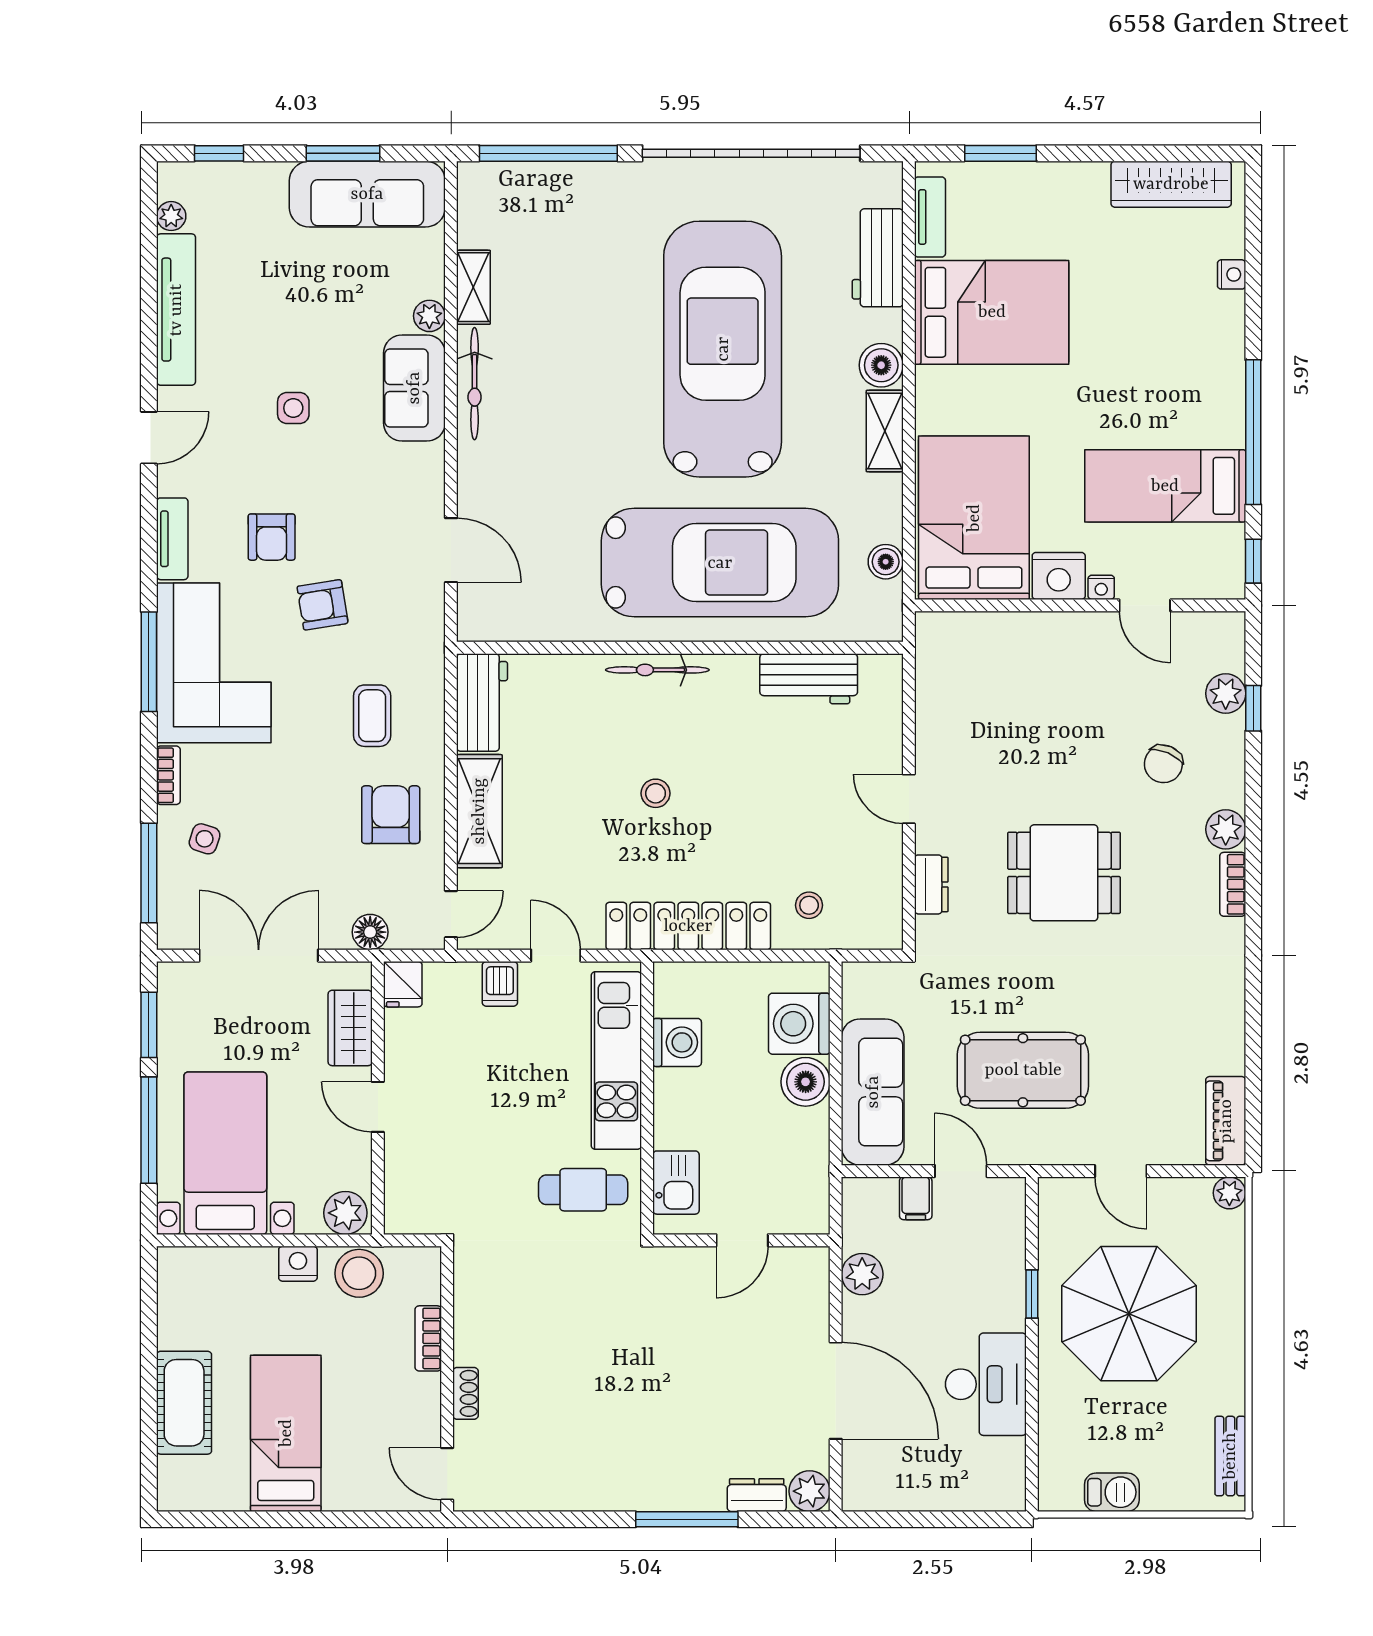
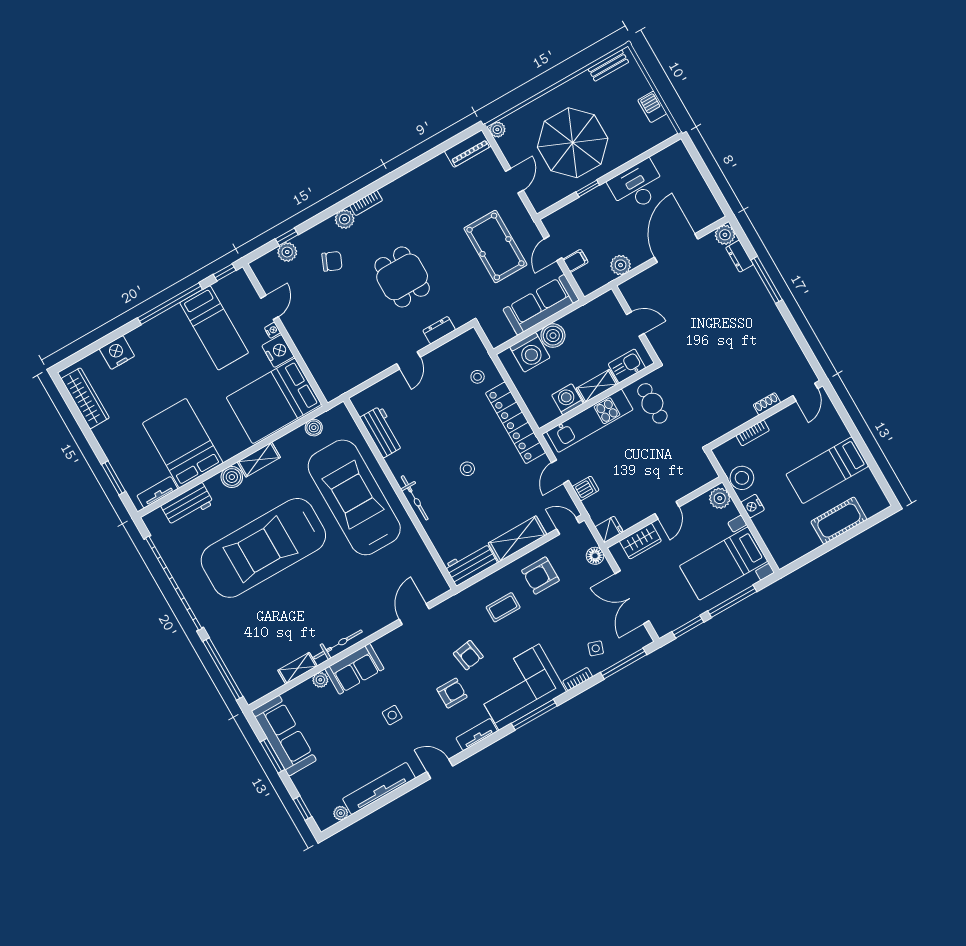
nightstand: (1232, 274) -> (117, 352), width x1.89, depth x1.79
shelving: (671, 1109) -> (597, 386), added

